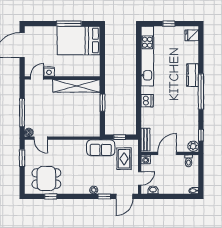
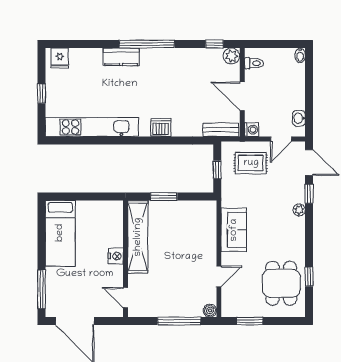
window: (69, 24) -> (41, 289), moved
bed: (79, 41) -> (60, 233), width x0.67
nightstand: (49, 72) -> (116, 256), moved
door: (41, 138) -> (219, 276), moved
sofa: (101, 148) -> (234, 230), moved
door: (140, 178) -> (281, 139), swing flipped

